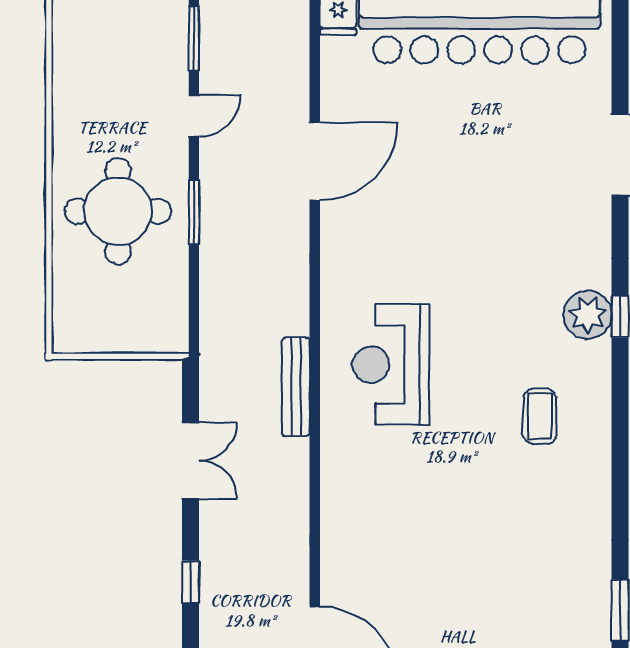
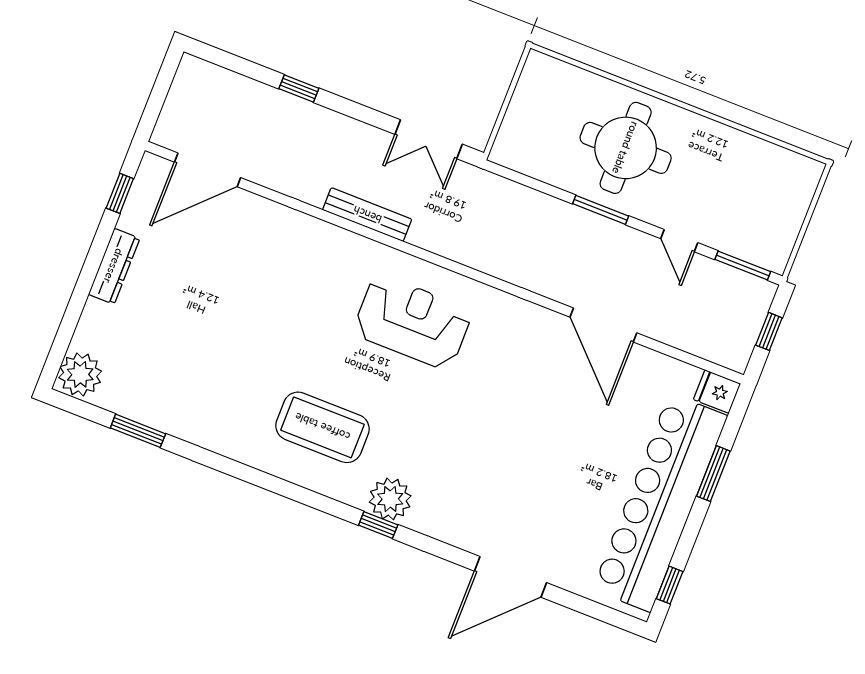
bench: (296, 387) -> (367, 215), moved
coffee table: (540, 416) -> (322, 427), width x1.86, depth x1.72
double door: (191, 461) -> (429, 139), moved

